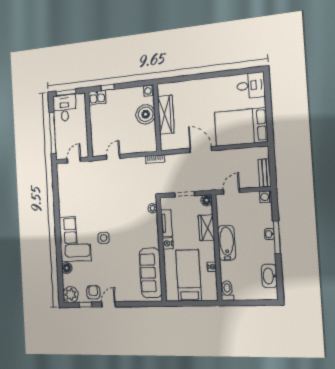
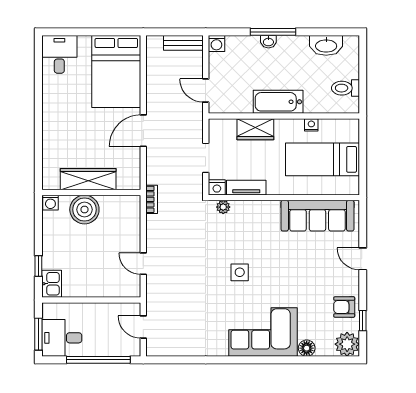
floor lamp: (207, 200) -> (216, 127), removed
side table: (104, 238) -> (240, 272), moved
nightstand: (168, 243) -> (217, 187), moved
toilet: (227, 291) -> (345, 88), moved
door: (108, 304) -> (363, 259), moved

